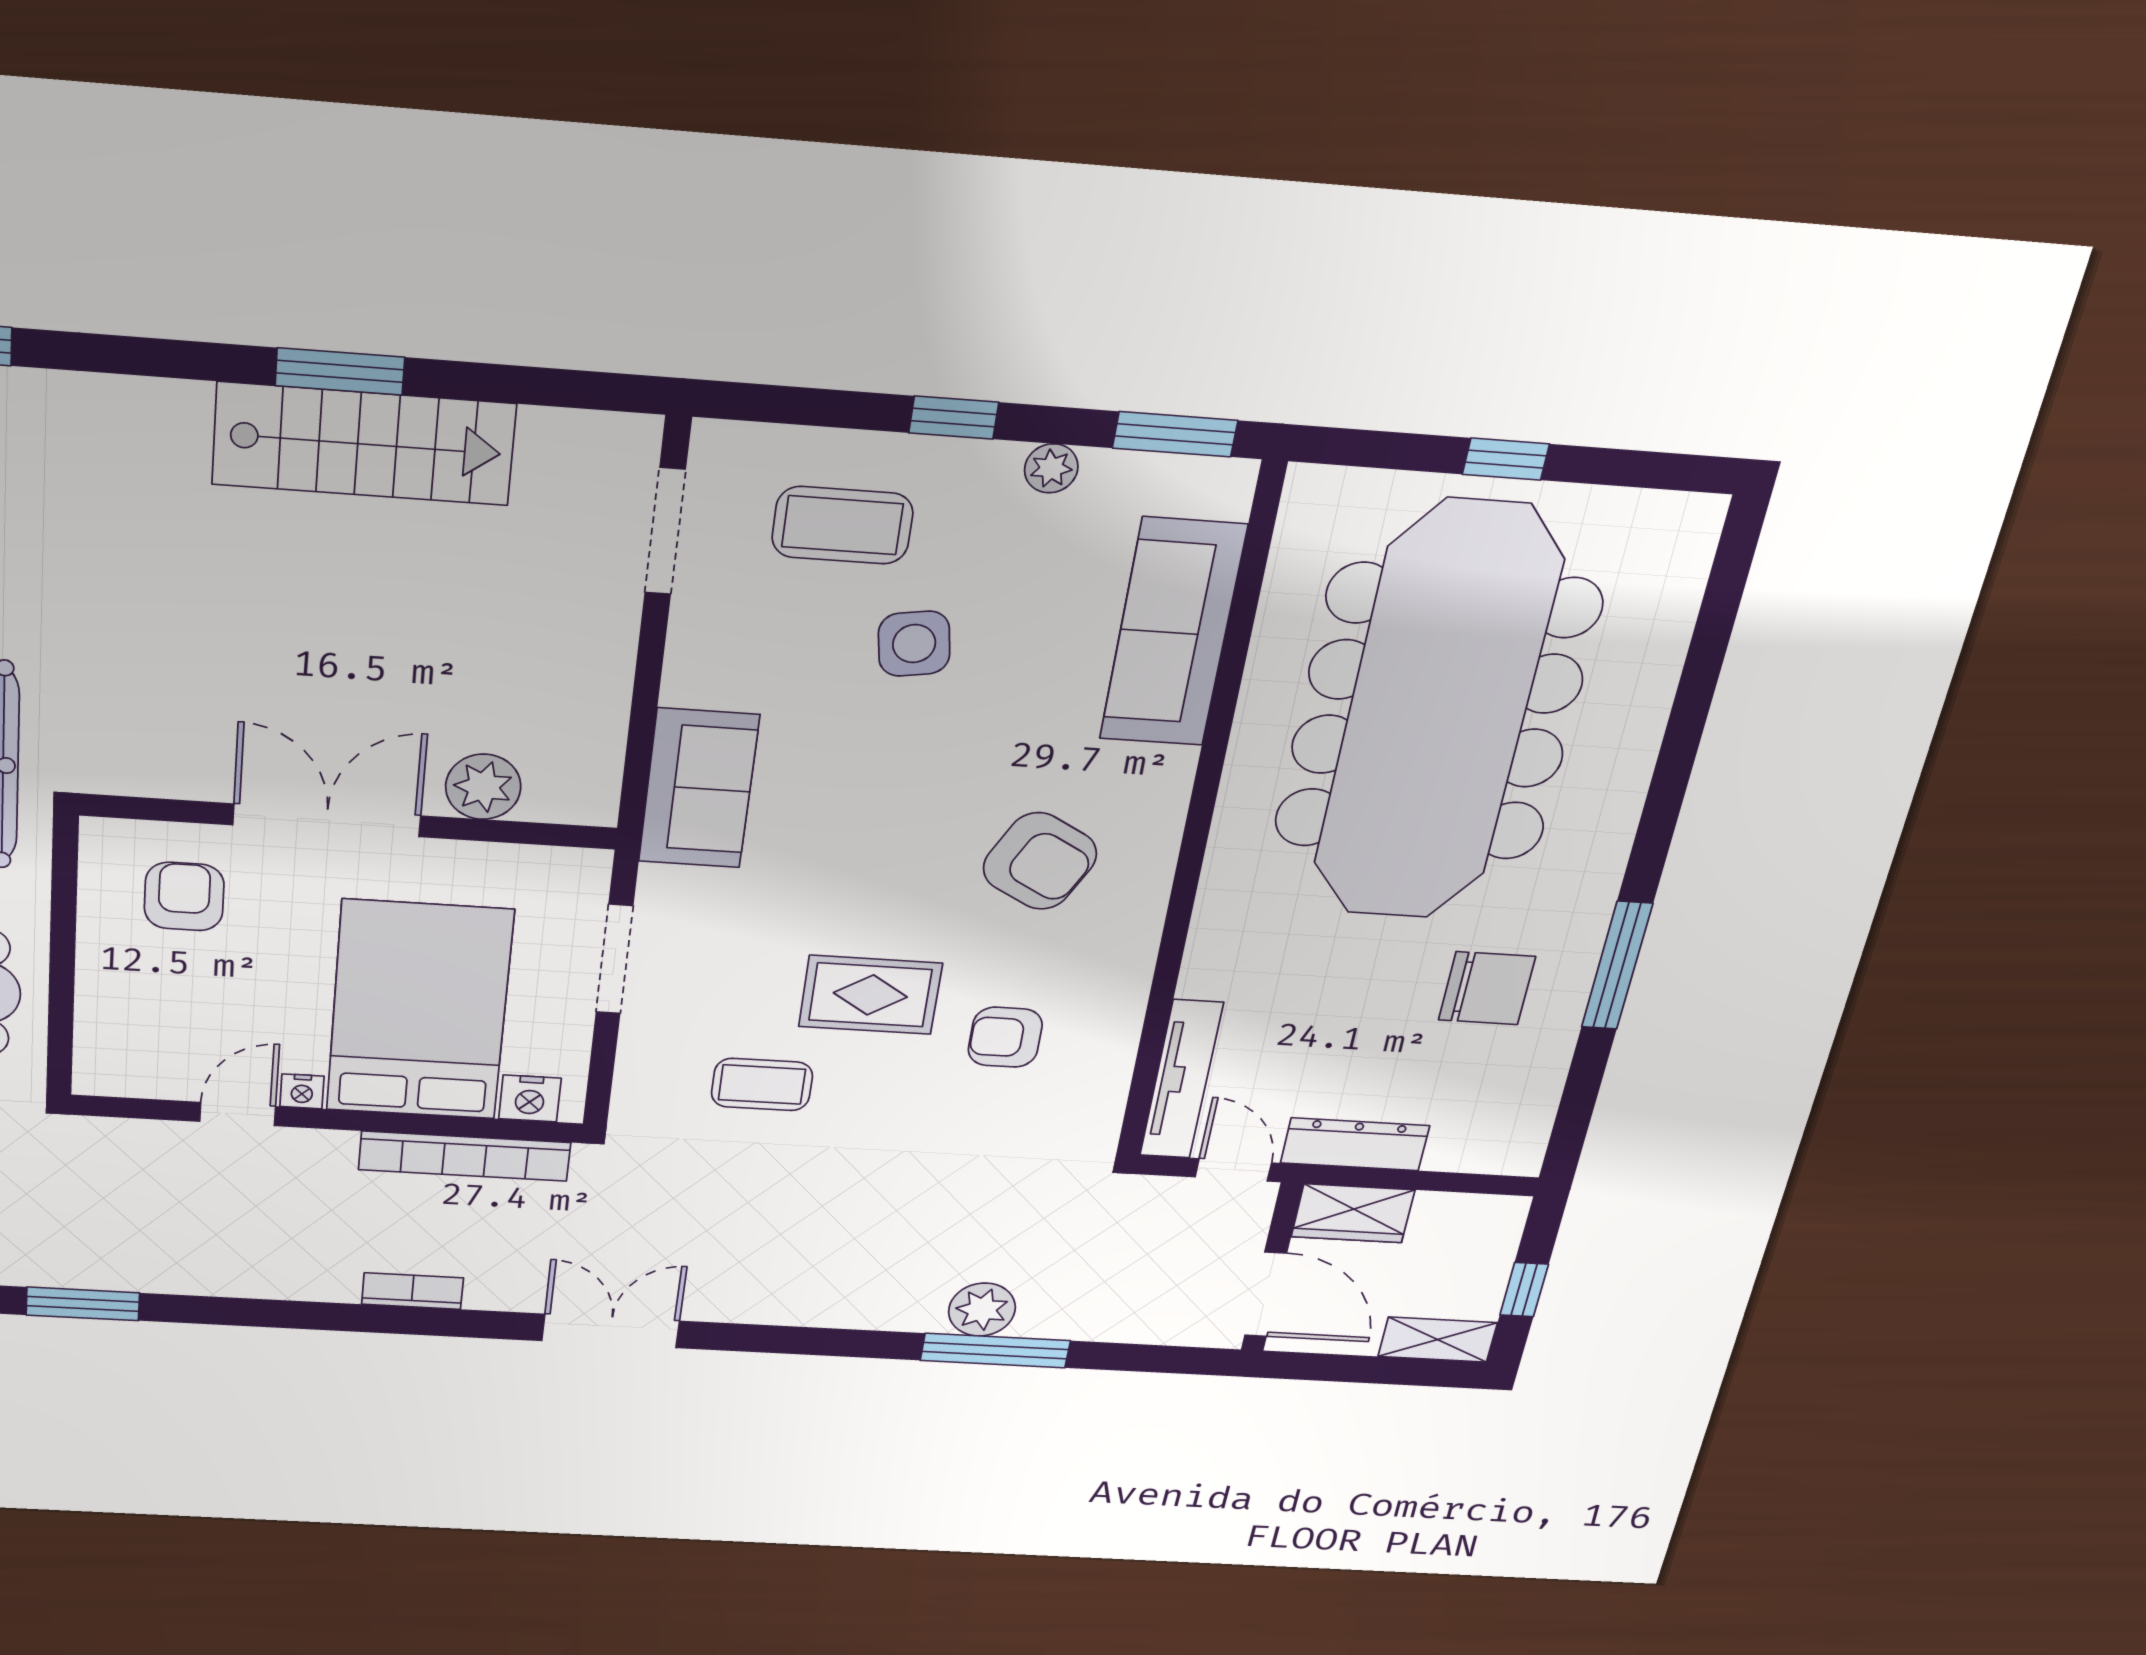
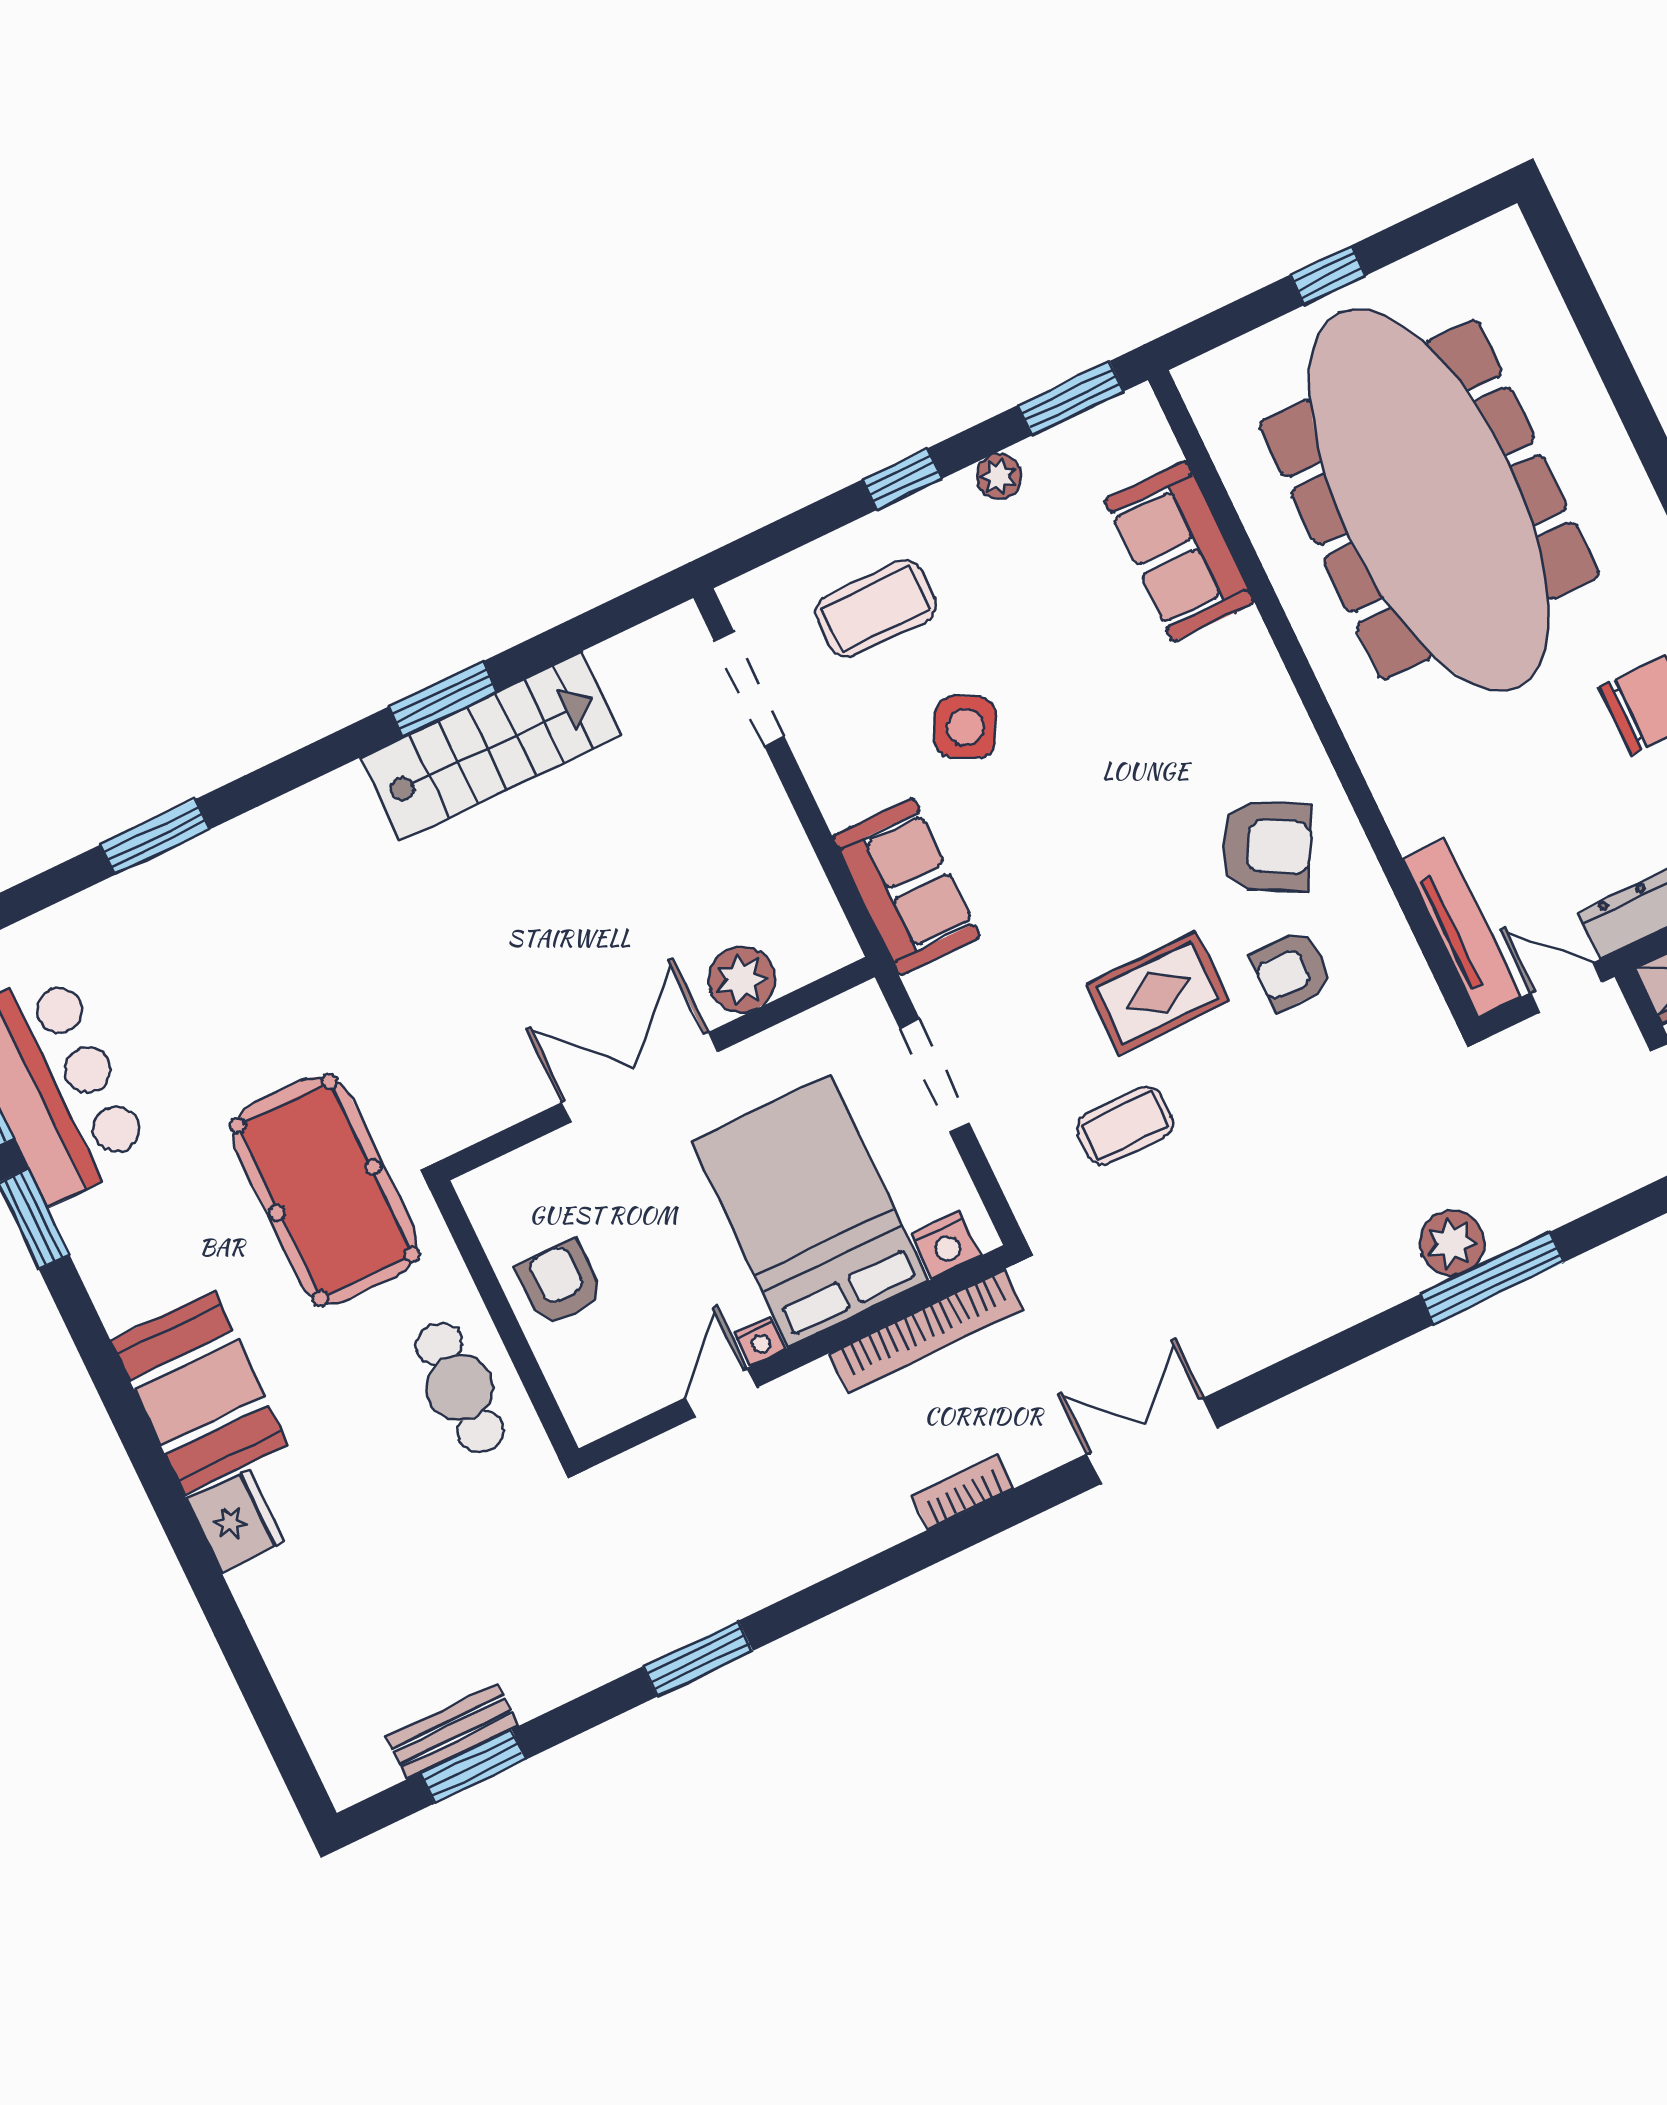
sofa: (1173, 633) -> (1179, 551), width x0.73
side table: (914, 644) -> (965, 727), moved, turned 37
armchair: (1040, 861) -> (1267, 846), moved
armchair: (184, 896) -> (560, 1283), moved

